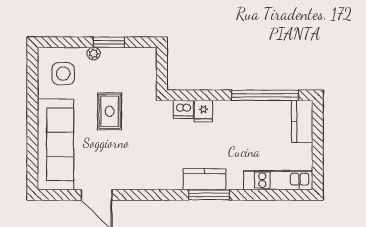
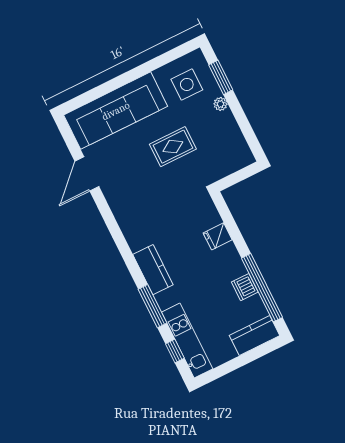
window: (109, 42) -> (221, 77), moved
dishwasher: (183, 109) -> (245, 287), moved
window: (209, 195) -> (152, 306), moved
window: (282, 195) -> (175, 351), added

